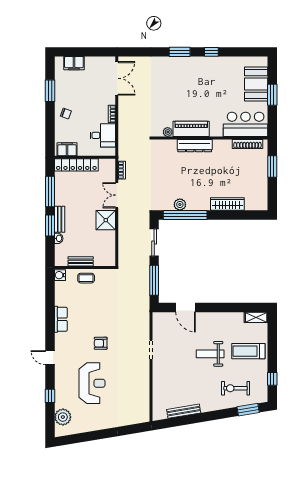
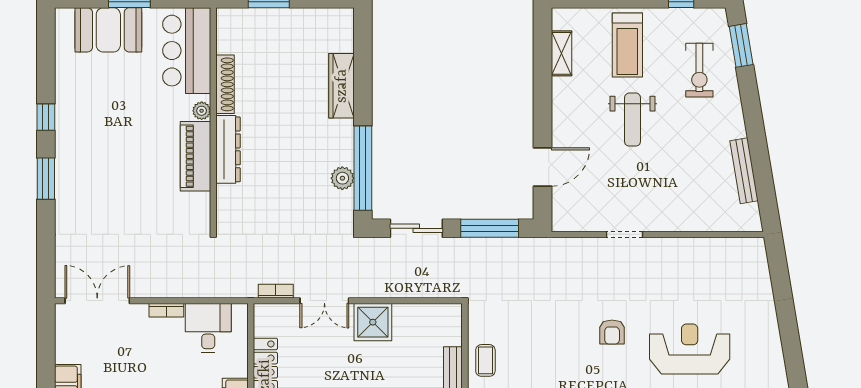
plant: (168, 132) -> (202, 111), moved
shoe rack: (247, 144) -> (225, 84), moved
shelving: (256, 317) -> (562, 53), moved

